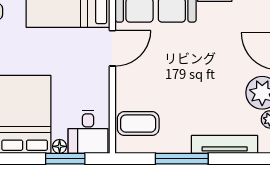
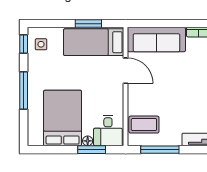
door: (112, 48) -> (126, 71), hinge flipped
window: (182, 159) -> (160, 150), moved

